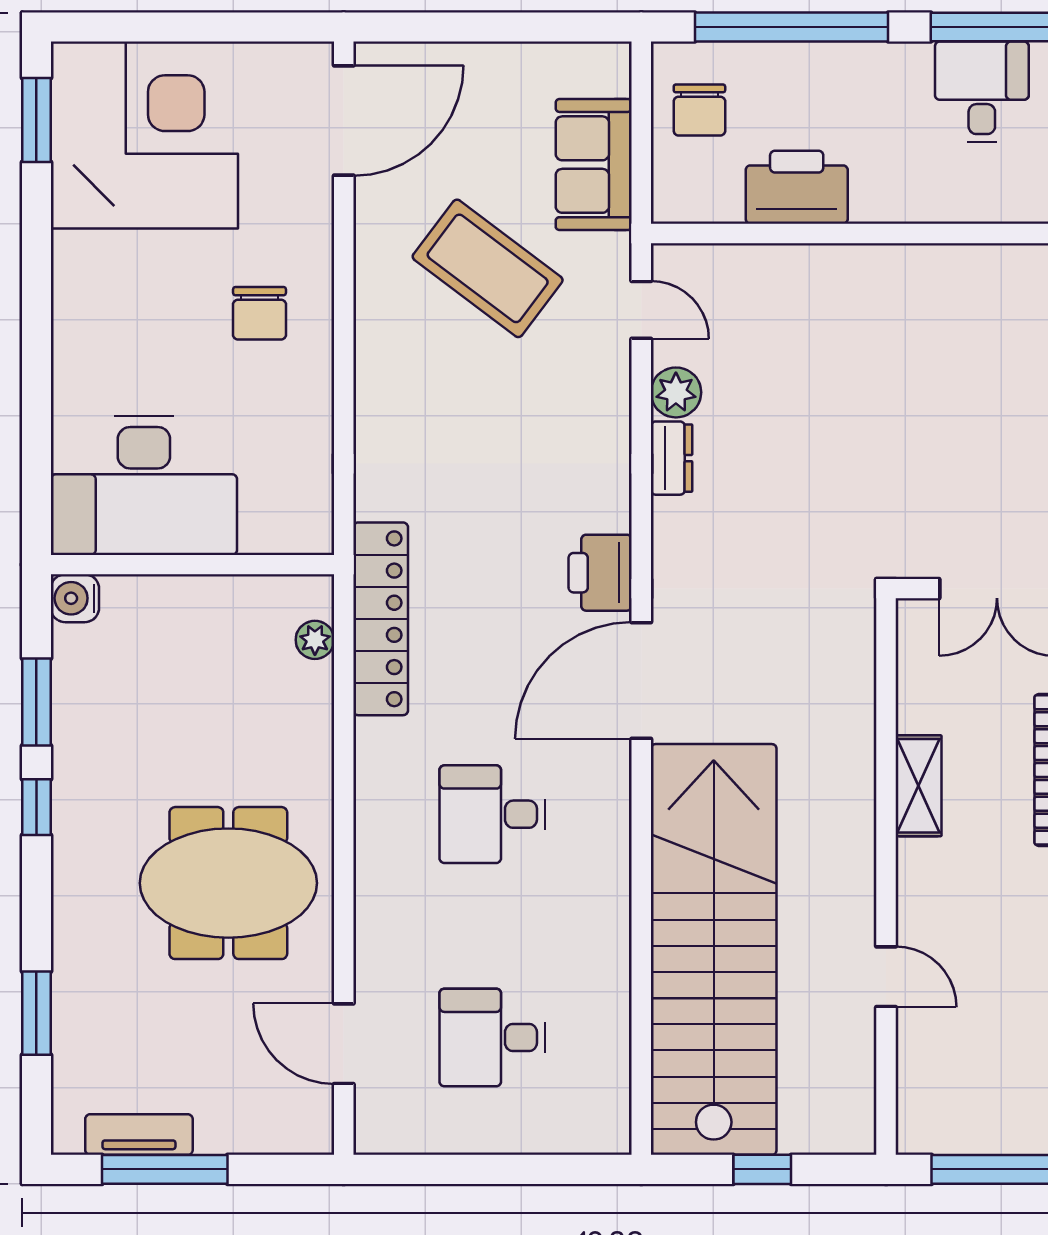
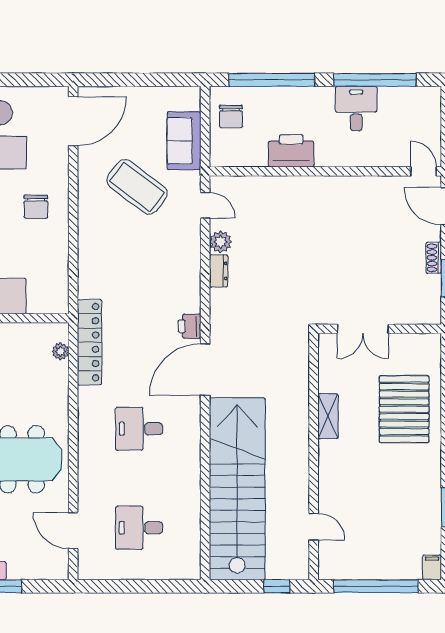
printer: (797, 187) -> (291, 151), moved
printer: (600, 573) -> (190, 326), width x0.73, depth x0.81
door: (886, 977) -> (314, 527), moved
window: (762, 1169) -> (277, 586), moved

